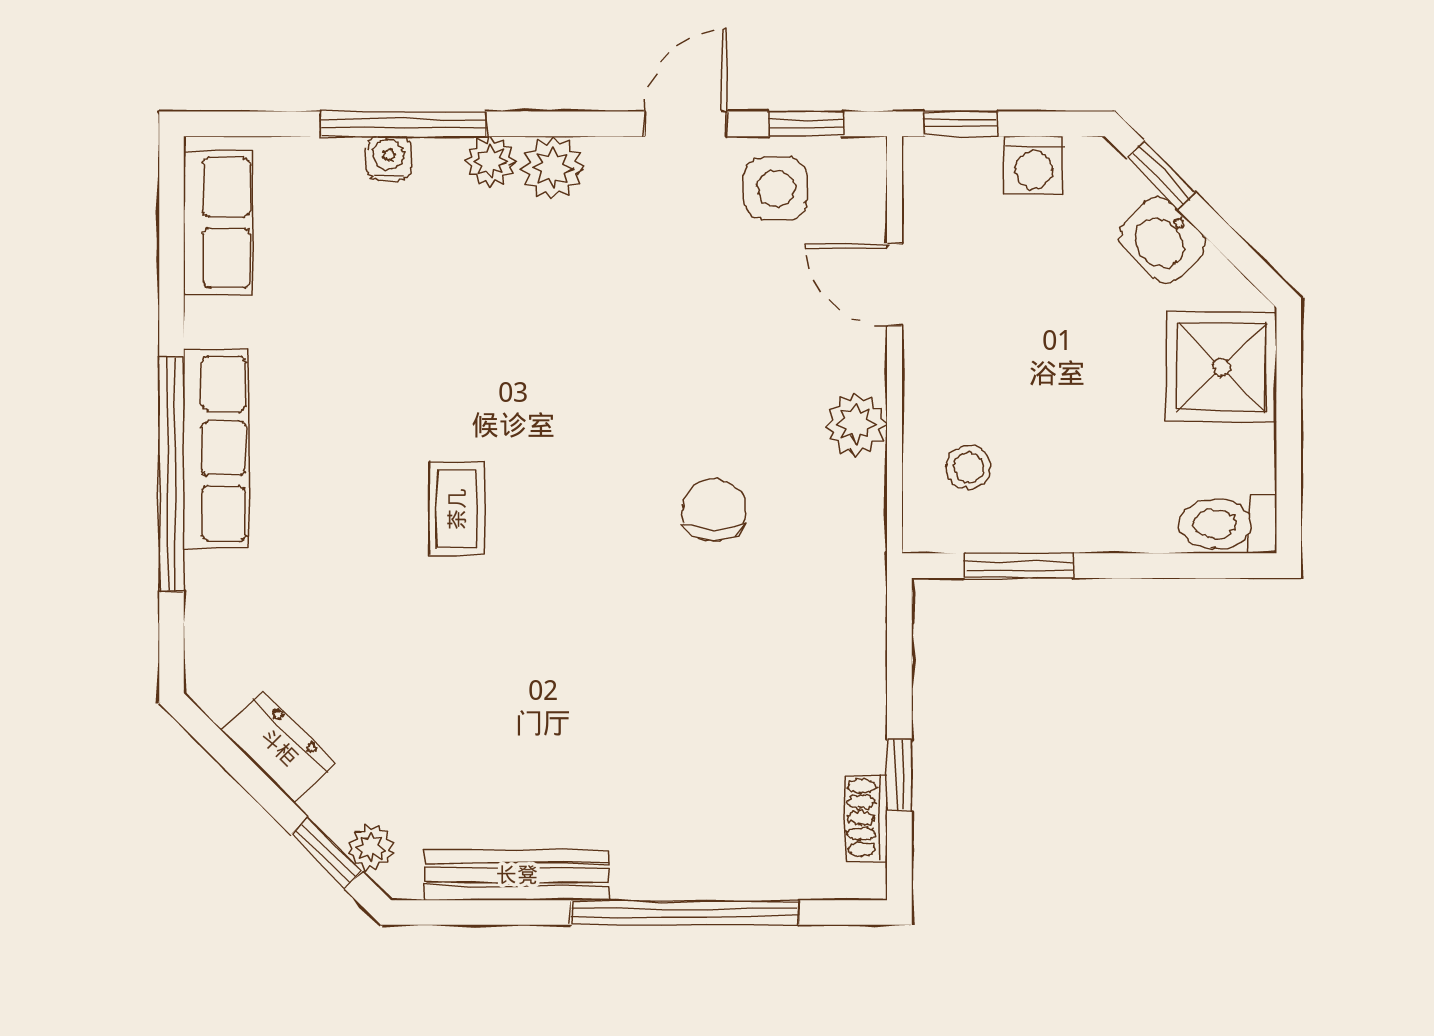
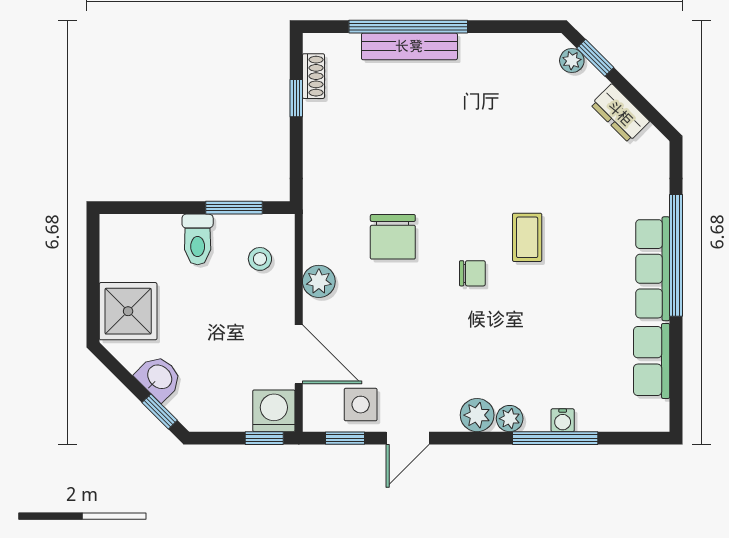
washing machine: (1033, 165) -> (274, 411), moved, width x1.38, depth x1.38
row of seats: (218, 223) -> (652, 361), moved
door: (894, 285) -> (299, 354), width x1.38
chair: (562, 440) -> (472, 273), added
chair: (714, 510) -> (393, 237), width x1.37, depth x1.37
toilet: (1228, 524) -> (198, 239), moved, turned 90
bench: (517, 875) -> (409, 46), moved

